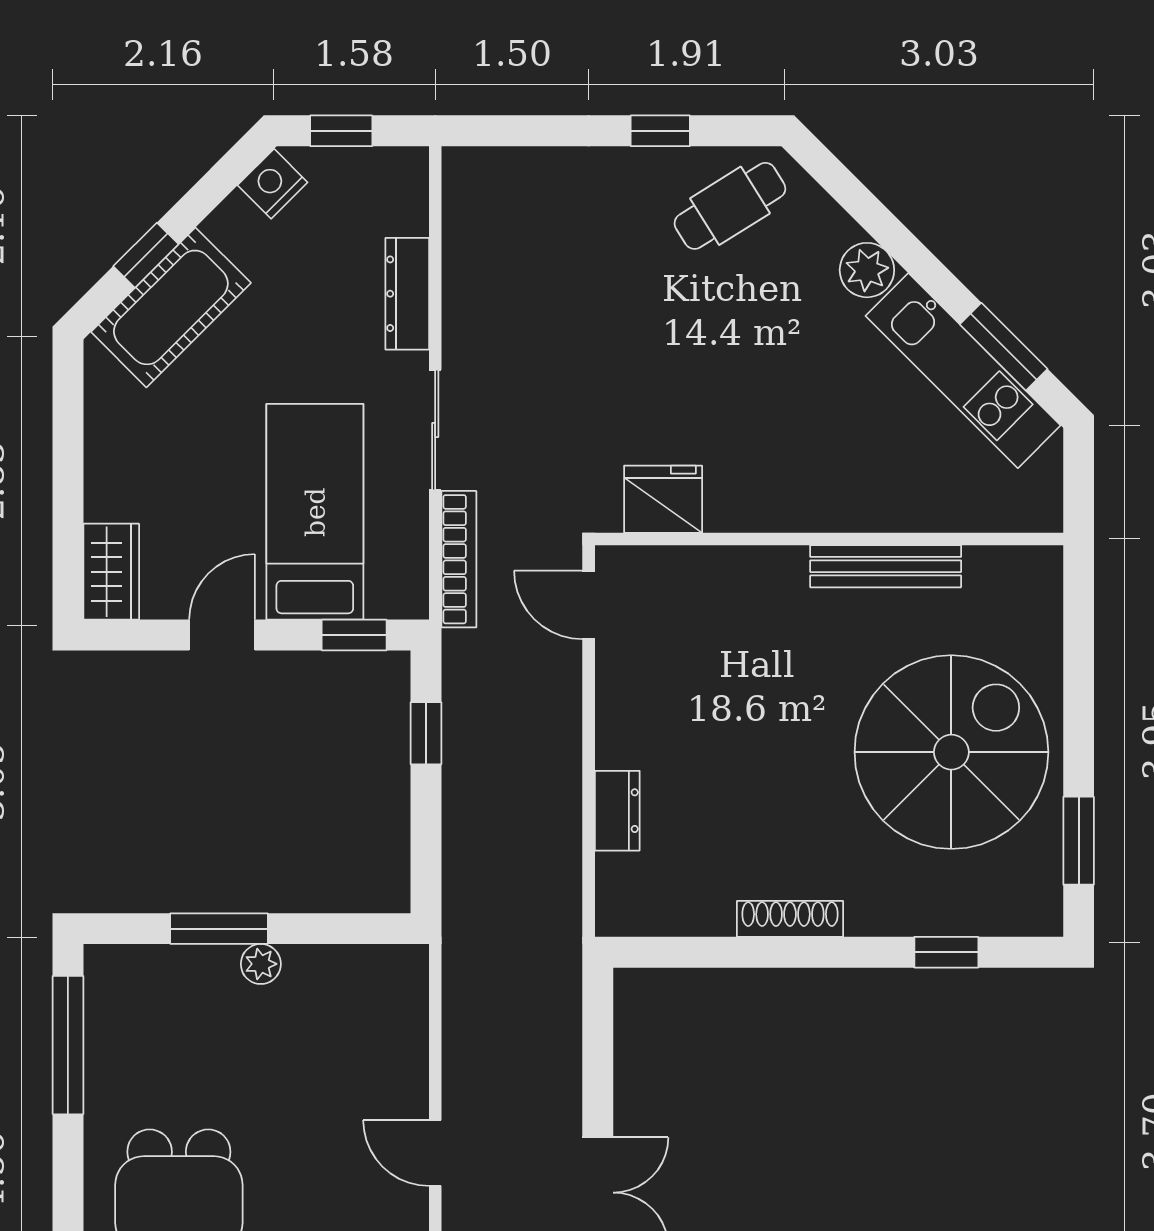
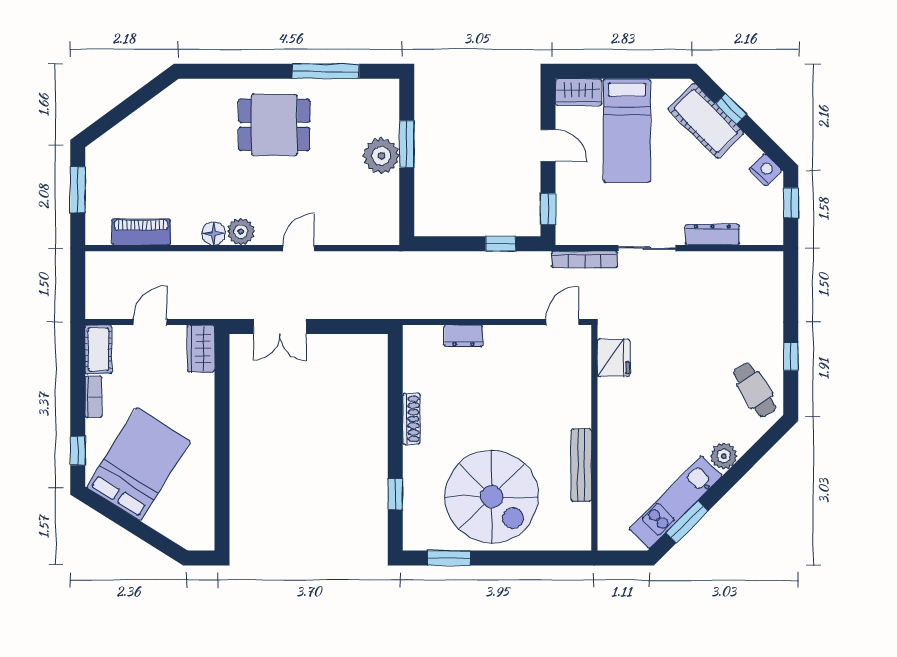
bed: (315, 512) -> (627, 131), moved, turned 90
plant: (261, 964) -> (381, 156), width x1.87, depth x1.87
window: (68, 1045) -> (326, 71), moved

